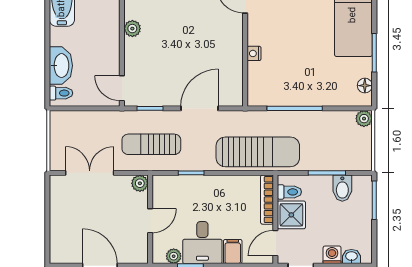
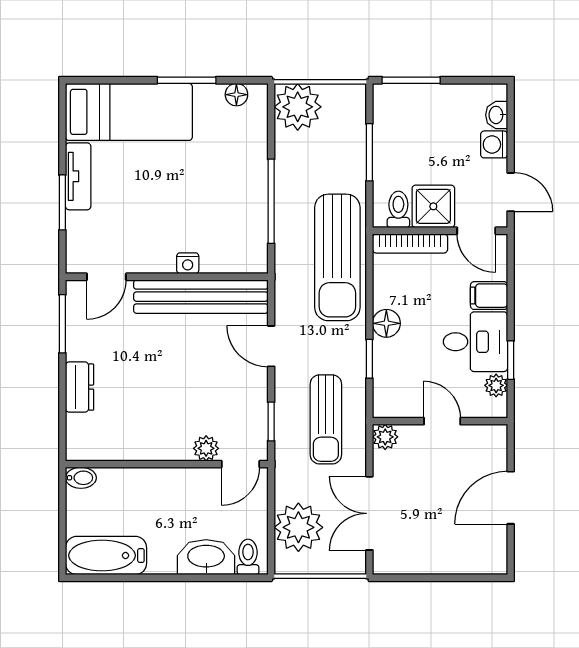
plant: (132, 29) -> (206, 448), moved
bench: (232, 62) -> (201, 297), added
door: (199, 108) -> (271, 346), width x0.73
plant: (364, 119) -> (298, 107), width x1.88, depth x1.88
plant: (80, 126) -> (298, 527), added
sun lounger: (258, 152) -> (337, 257), turned 180
floor lamp: (215, 184) -> (386, 323), added
bidet: (342, 188) -> (393, 129), removed

